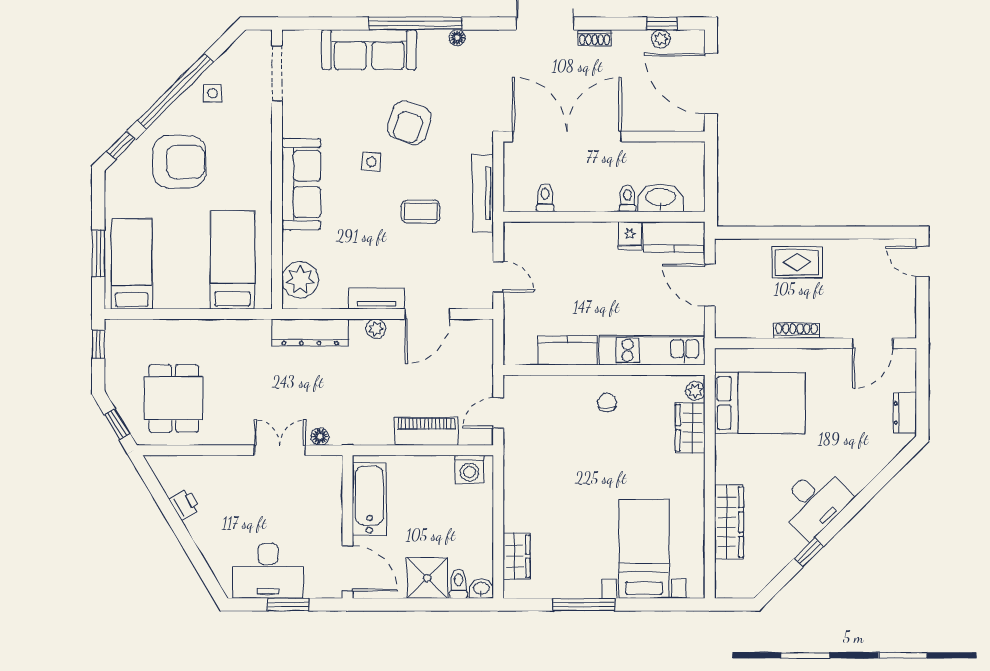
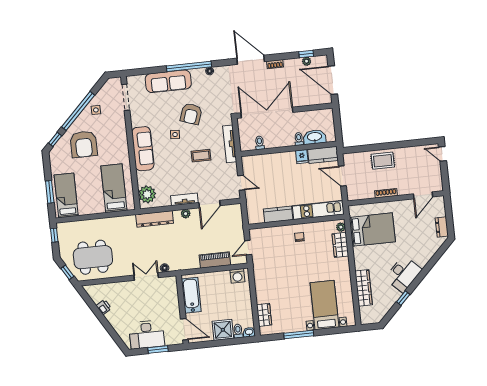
armchair: (179, 162) -> (84, 144), turned 90
dining table: (174, 398) -> (93, 257), width x1.38

